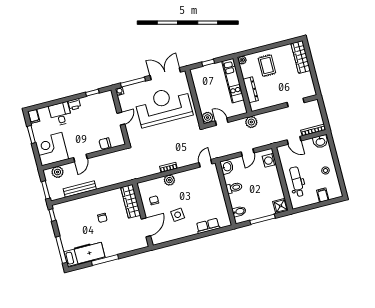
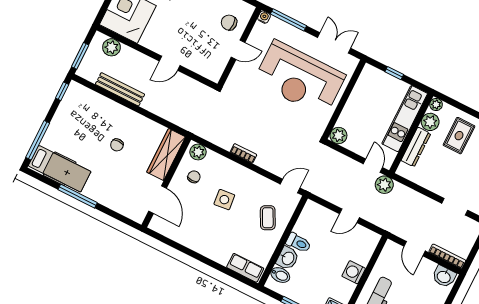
plant: (247, 71) -> (430, 122), added
double door: (165, 74) -> (334, 43), width x0.73
reception desk: (164, 106) -> (299, 78), turned 180
door: (222, 122) -> (373, 166), moved
chair: (105, 144) -> (229, 23), moved
door: (80, 158) -> (170, 63), moved
washing machine: (269, 160) -> (354, 272), moved
washbasin: (227, 167) -> (288, 258), moved
plant: (169, 180) -> (198, 152), moved
coffee table: (208, 189) -> (268, 218), added
side table: (178, 215) -> (224, 200), moved
row of seats: (208, 226) -> (245, 268), moved
door: (146, 227) -> (157, 200), hinge flipped

